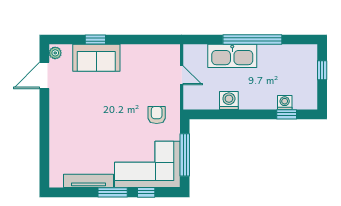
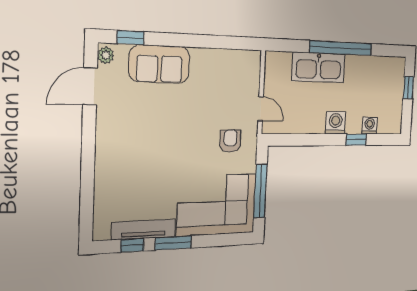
window: (95, 40) -> (131, 38), moved
door: (182, 75) -> (261, 109), moved
washing machine: (229, 100) -> (336, 123), moved
window: (287, 114) -> (356, 140), moved
window: (146, 192) -> (132, 245), moved

